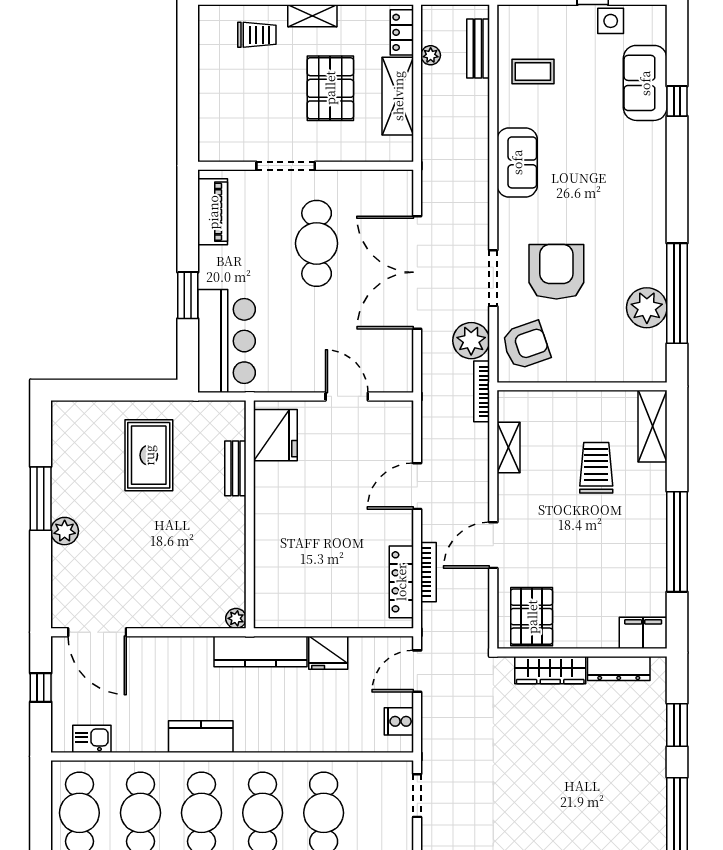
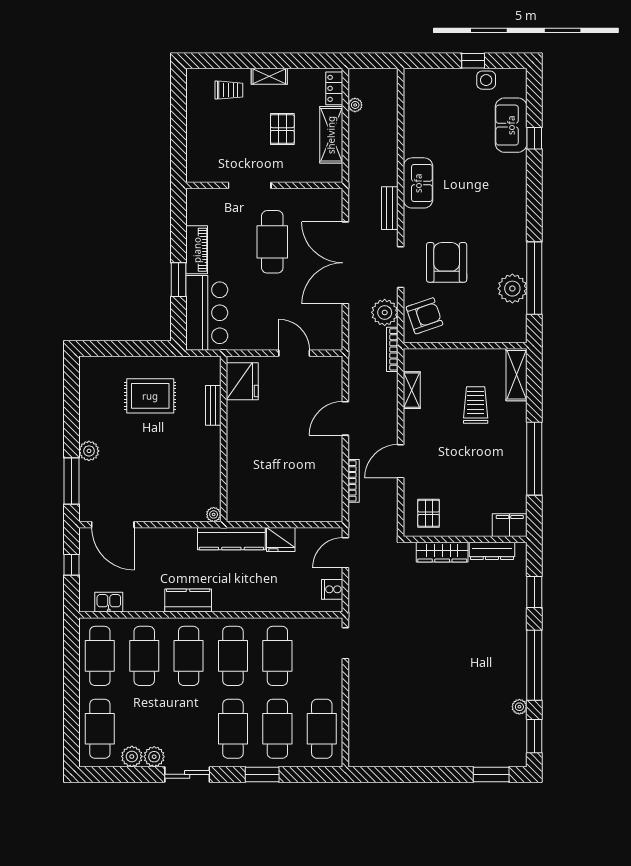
bench: (478, 49) -> (390, 208), moved
coffee table: (533, 71) -> (430, 117), removed
pallet: (330, 88) -> (282, 129), width x0.67, depth x0.71
piano: (213, 212) -> (197, 250), moved
rug: (149, 455) -> (150, 396), turned 90
window: (41, 499) -> (72, 481), moved
locker: (401, 582) -> (334, 488), removed
pallet: (532, 617) -> (429, 513), width x0.67, depth x0.71

